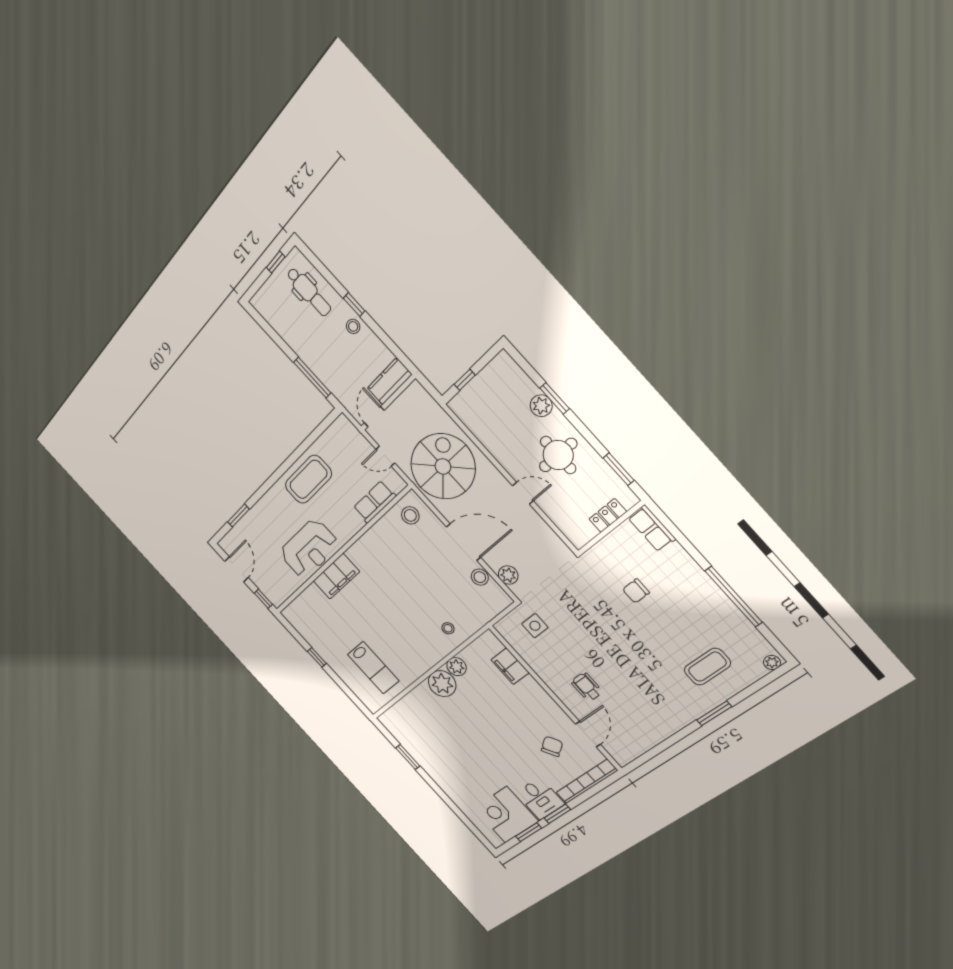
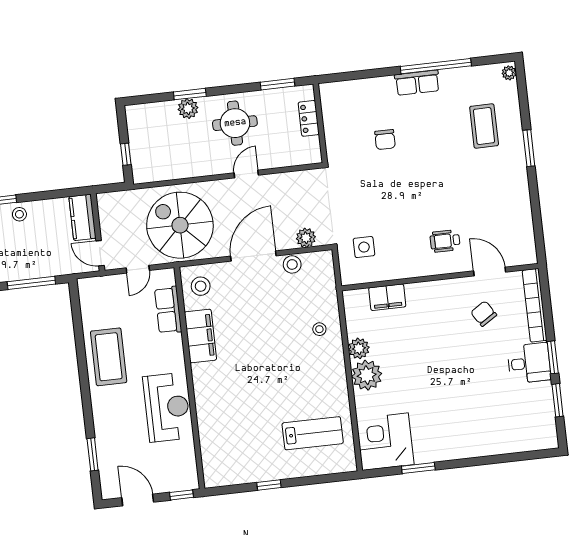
row of seats: (652, 528) -> (417, 83), moved
filing cabinet: (336, 576) -> (200, 336), moved
corner desk: (506, 815) -> (385, 442), moved, turned 90

